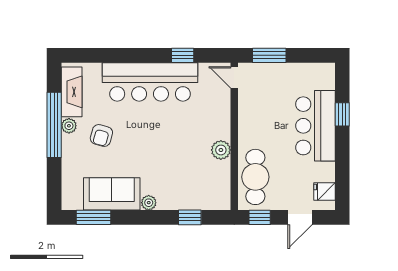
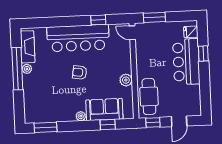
armchair: (101, 136) -> (80, 72), moved, turned 83
fridge: (324, 192) -> (191, 32), moved
sofa: (112, 194) -> (104, 110), moved

